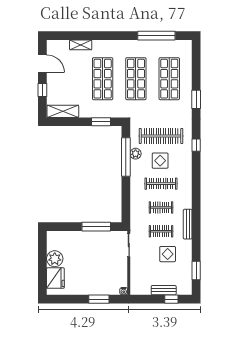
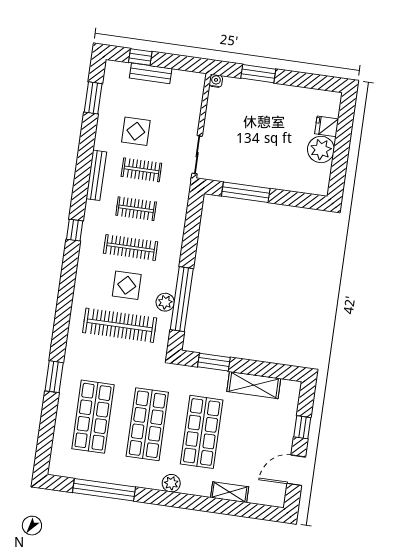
plant: (117, 45) -> (171, 483), added
door: (42, 64) -> (296, 470), hinge flipped
shelving: (63, 111) -> (254, 385), moved
window: (196, 145) -> (75, 230), moved
fridge: (55, 278) -> (327, 126), width x0.53, depth x0.75

